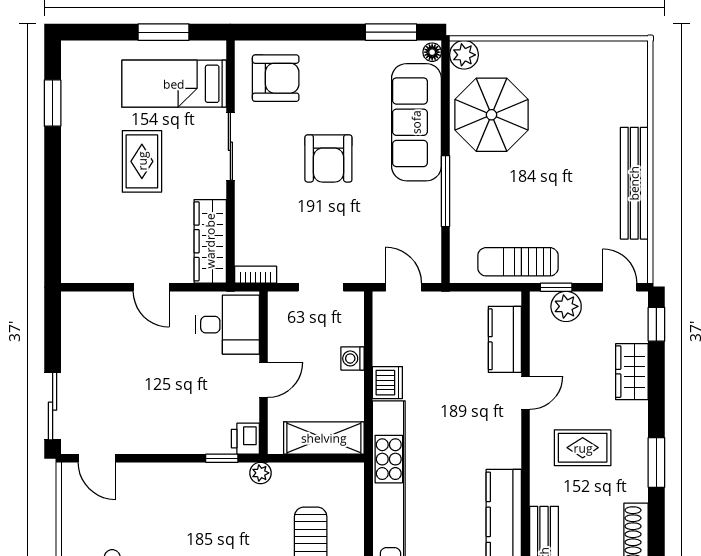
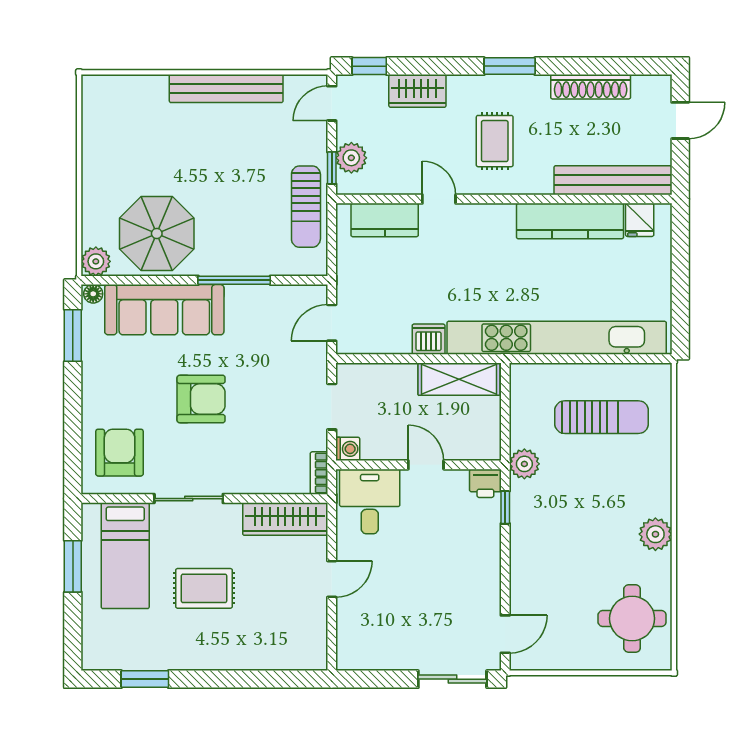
washing machine: (353, 358) -> (348, 449), moved, turned -90
shelving: (324, 438) -> (459, 379), moved, turned 90
plant: (260, 473) -> (524, 464), width x1.38, depth x1.38

